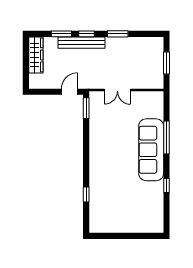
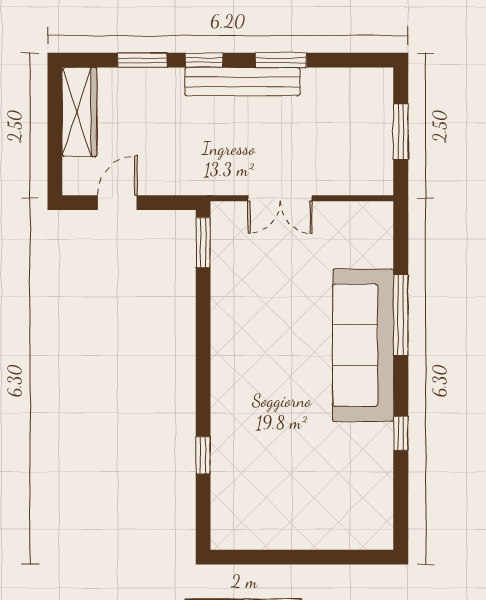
bench: (81, 43) -> (242, 82), moved
door: (70, 92) -> (117, 203), moved

